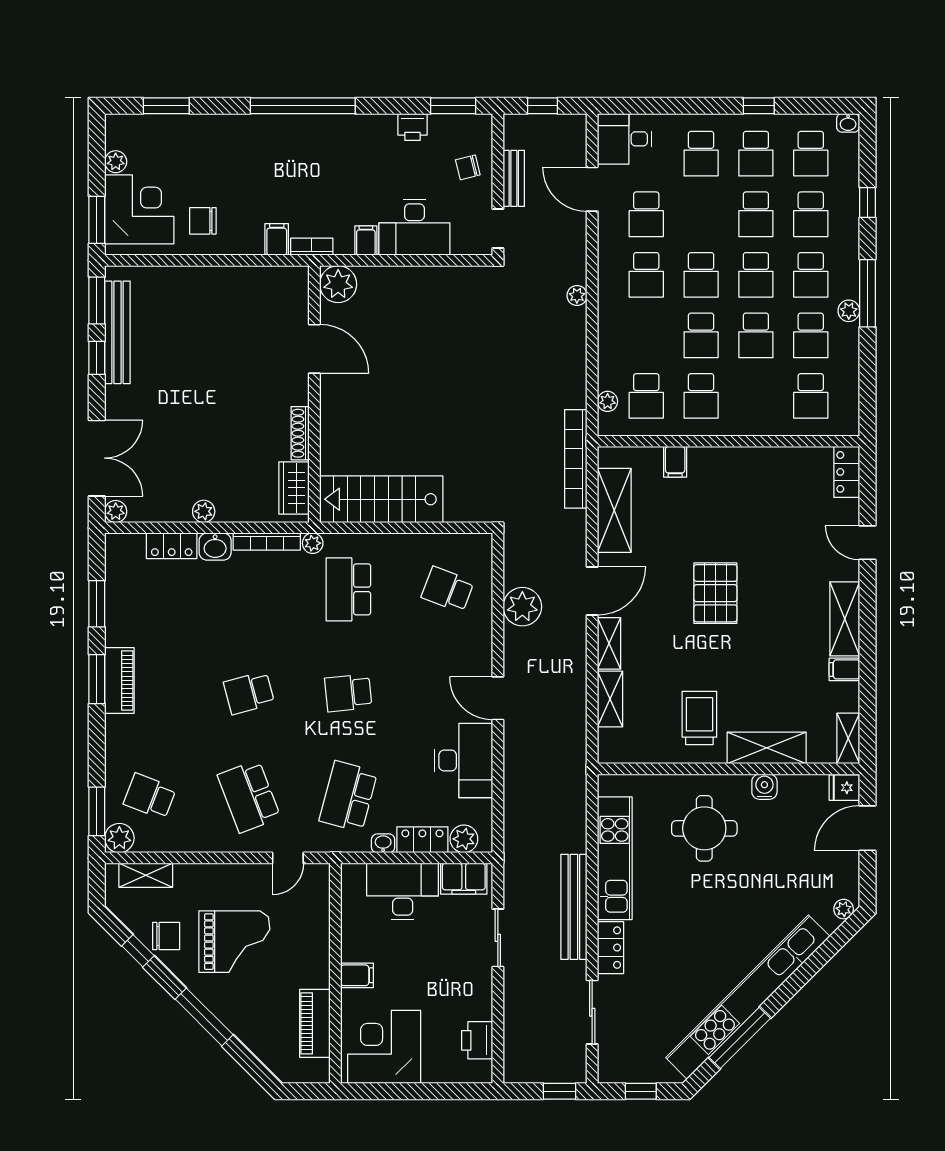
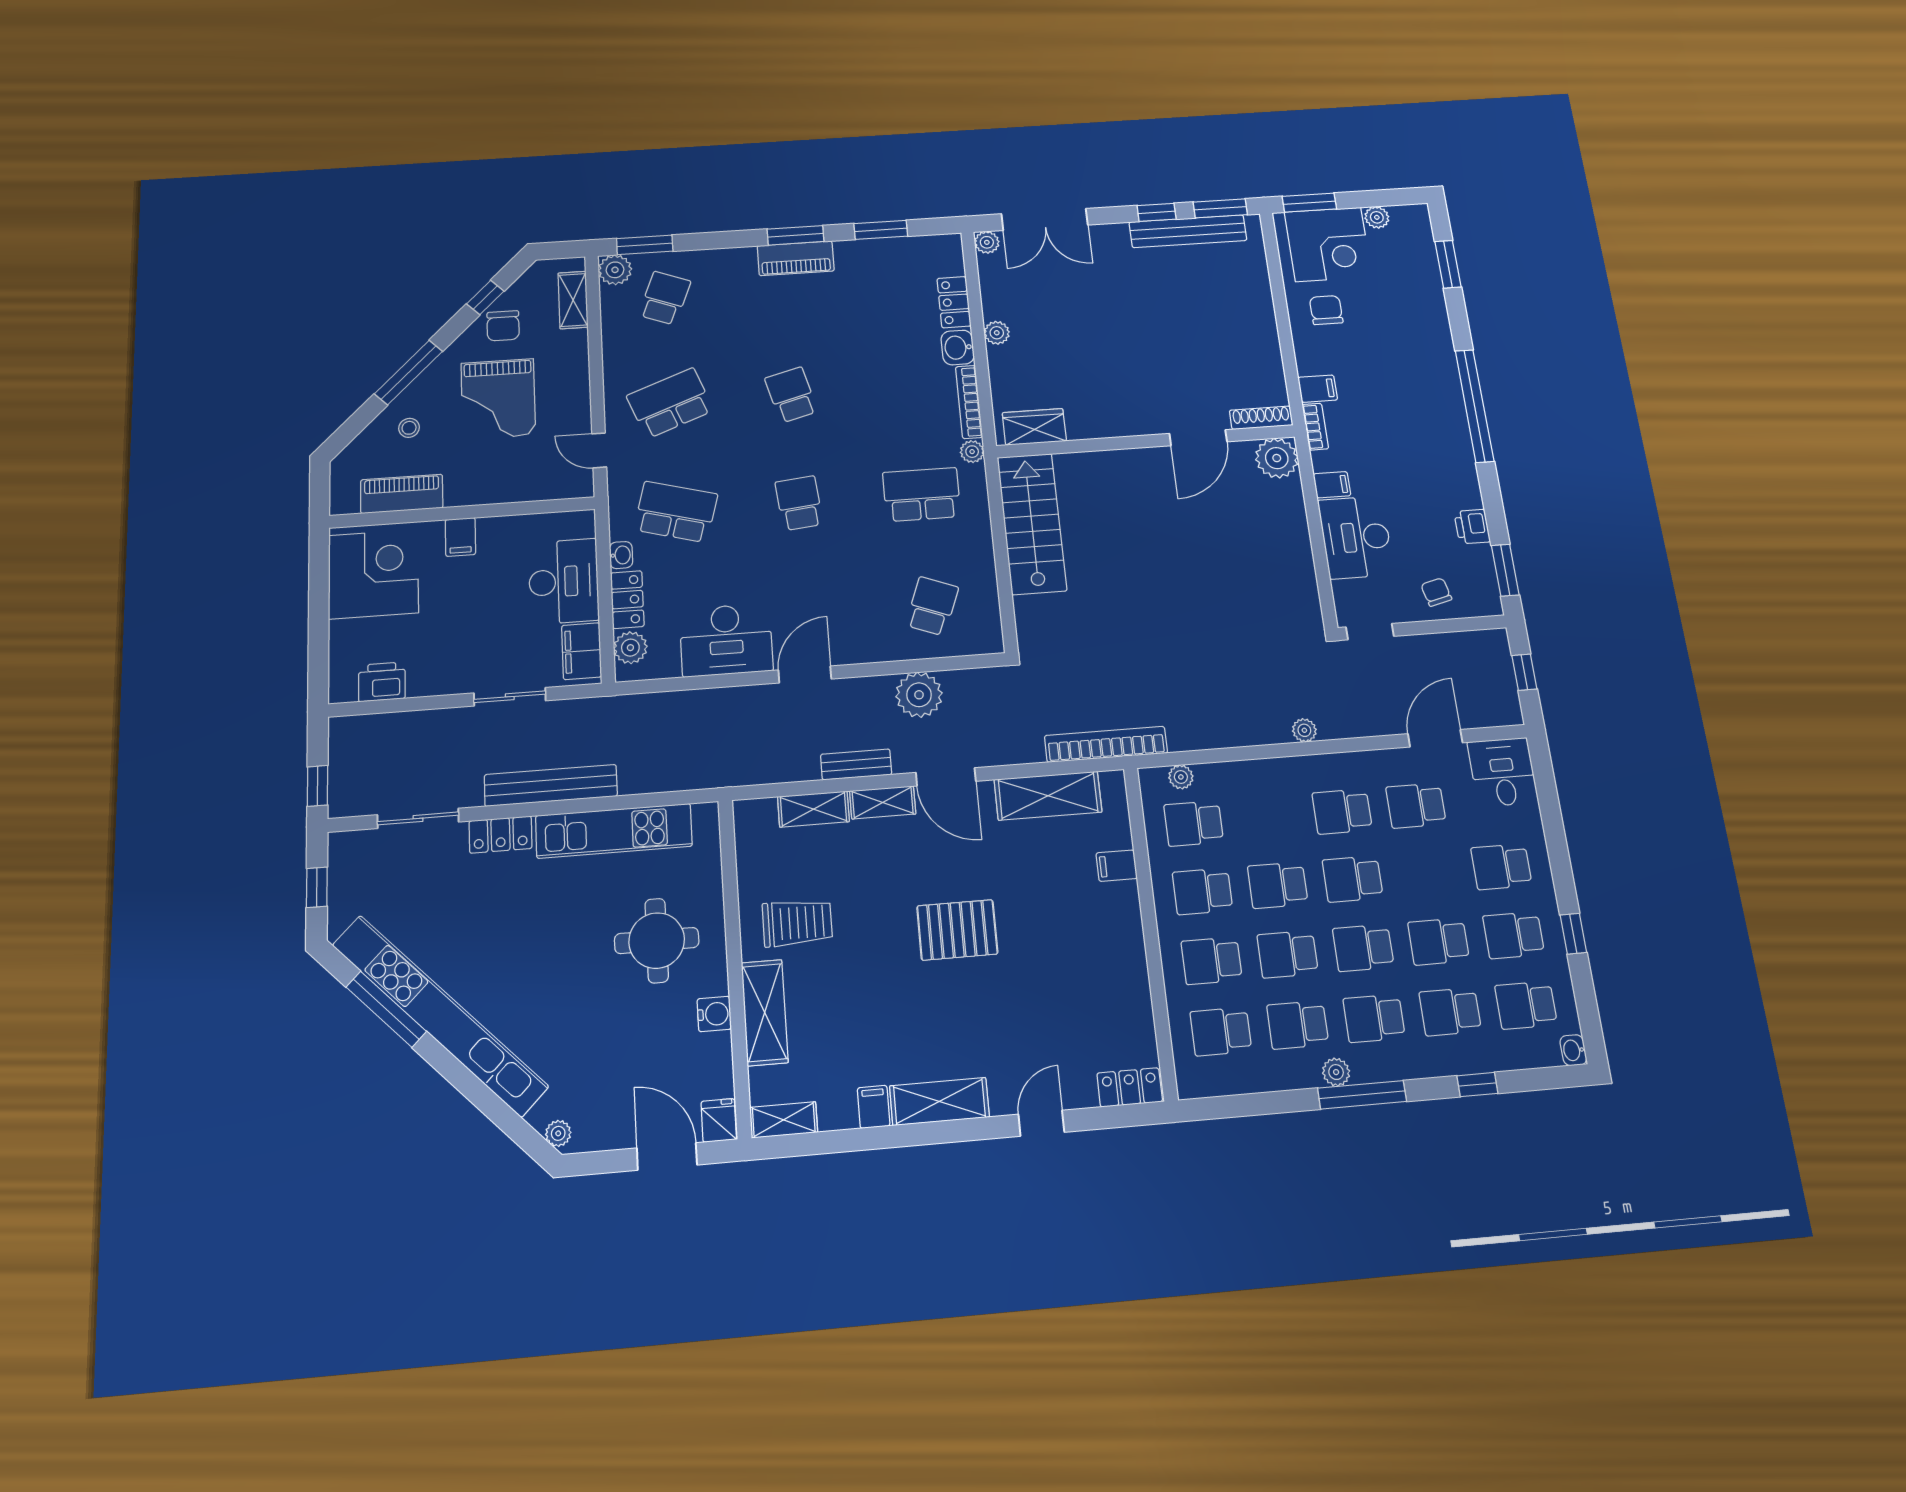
bench: (514, 178) -> (856, 764), moved
school desk: (756, 396) -> (1212, 961), added
shoe rack: (300, 433) -> (1261, 418), moved
stool: (255, 1017) -> (409, 428), added

